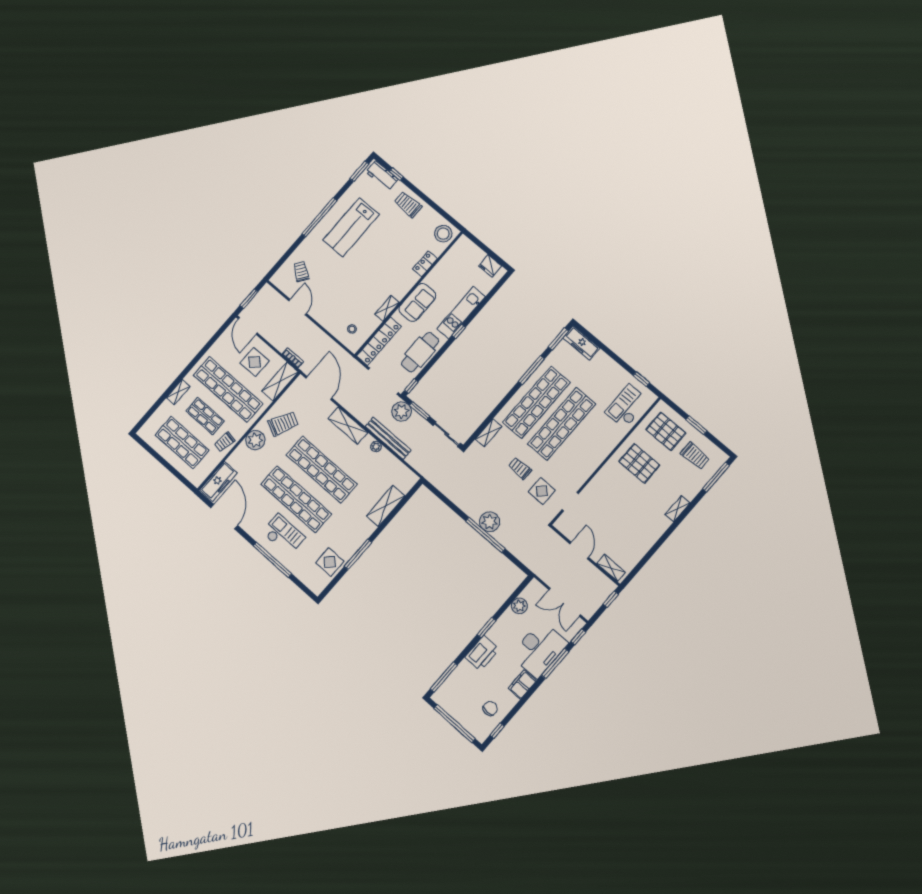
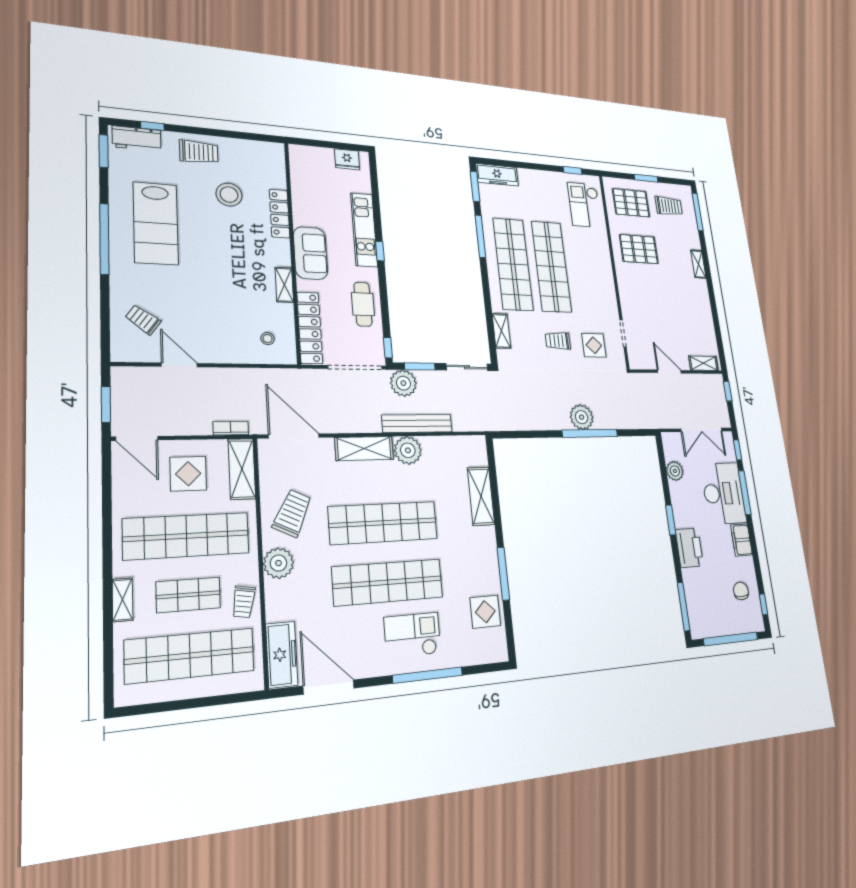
trolley: (408, 205) -> (199, 152), turned 180
stool: (443, 234) -> (229, 195), moved
locker: (425, 264) -> (280, 214), width x1.53
cafe table: (420, 352) -> (363, 304), width x0.73, depth x0.74
shop shelf: (182, 442) -> (190, 656), width x1.40
plant: (376, 447) -> (408, 450), width x1.88, depth x1.88

